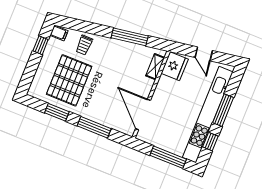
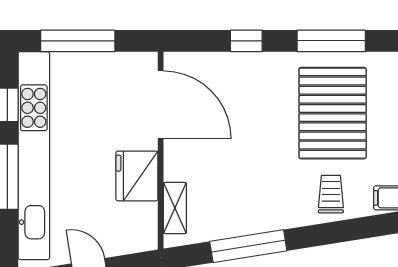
fridge: (175, 66) -> (137, 176), moved
window: (57, 112) -> (331, 41), width x1.44
window: (94, 127) -> (246, 41), width x0.46

